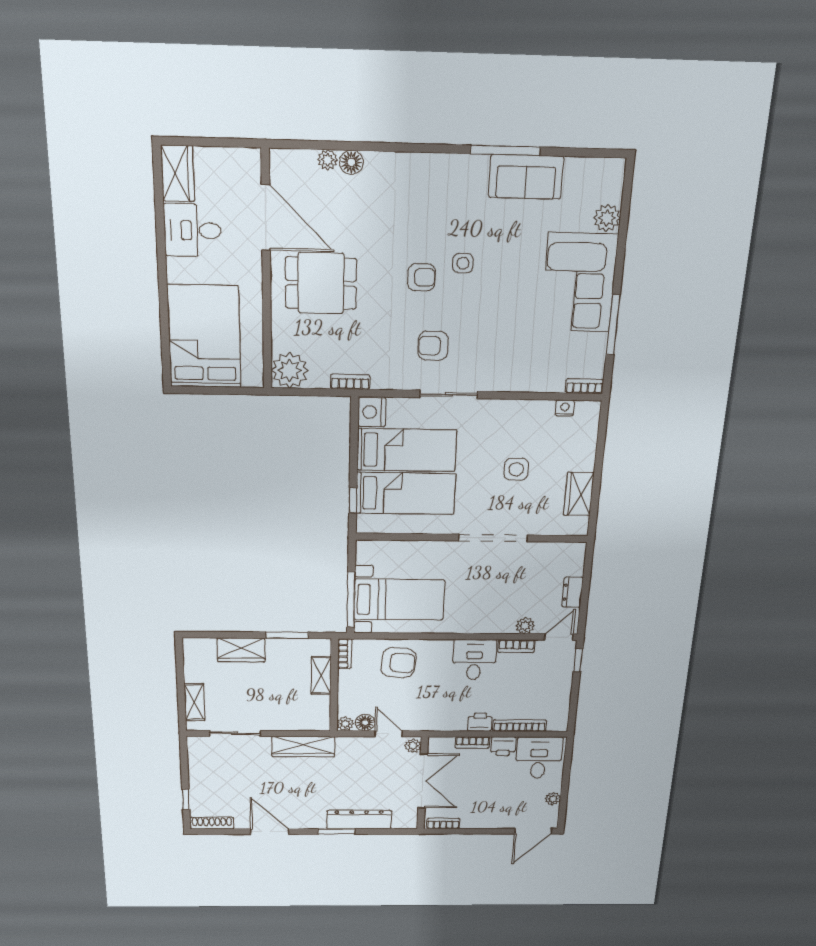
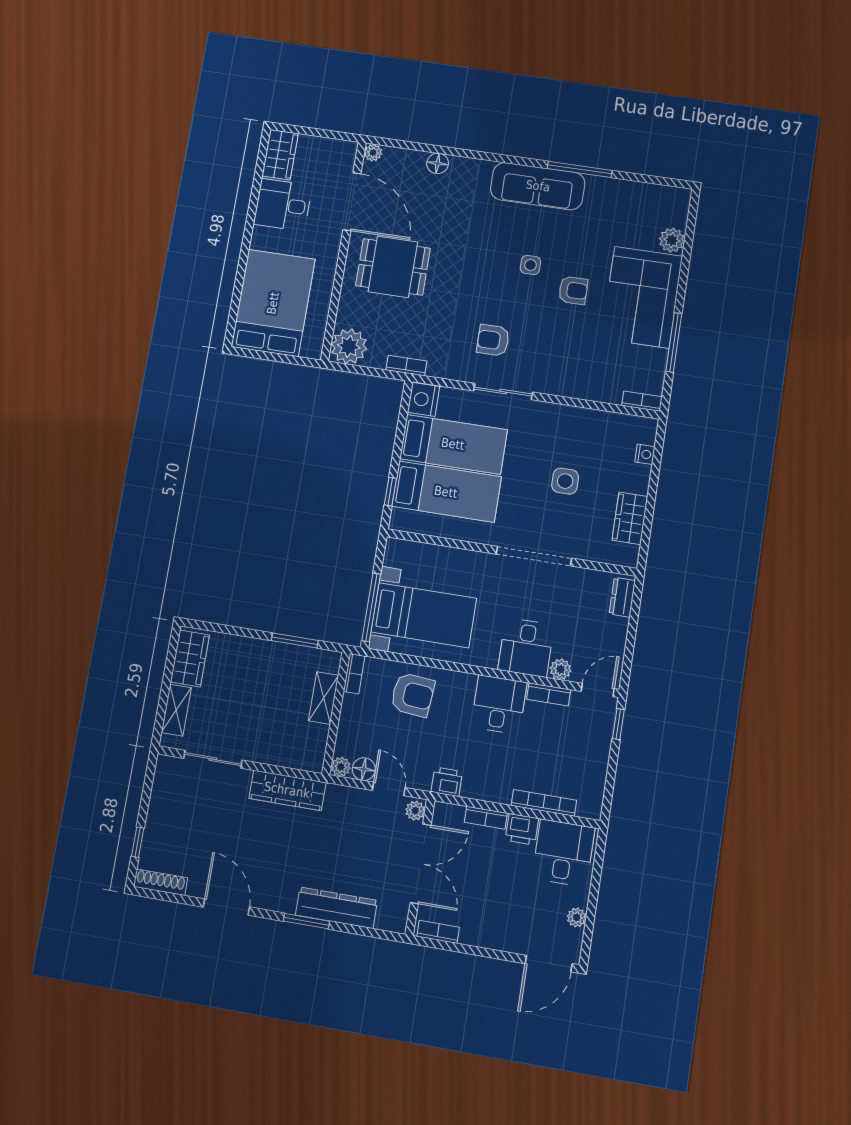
plant: (328, 160) -> (373, 153), moved
sofa: (526, 177) -> (538, 186), moved, width x1.36
armchair: (421, 277) -> (573, 290), moved
nightstand: (565, 408) -> (645, 454), moved, turned 90
dresser: (572, 592) -> (622, 597), moved
desk: (493, 613) -> (526, 647), added
wardrobe: (241, 650) -> (190, 658), moved, turned -90
printer: (480, 722) -> (447, 782), moved

